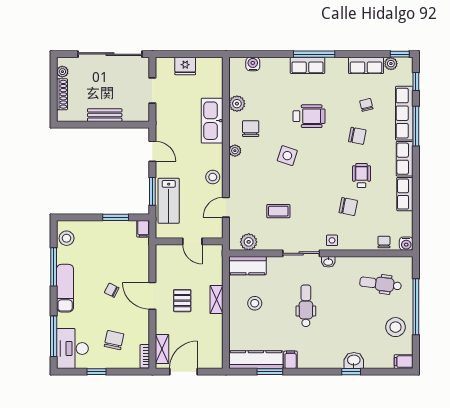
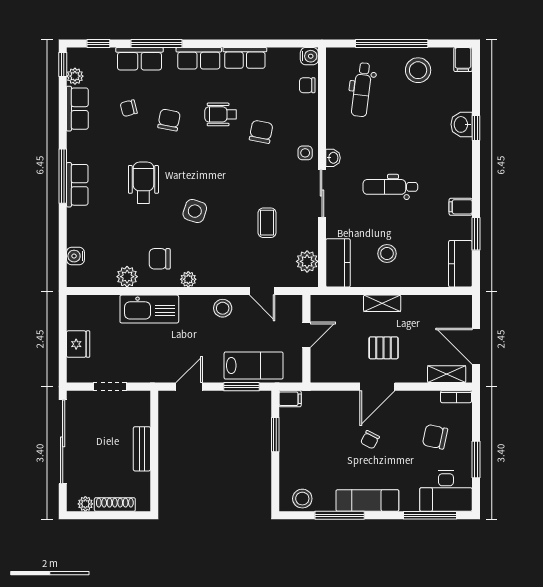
row of seats: (404, 113) -> (139, 59), width x0.68
kitchen counter: (256, 360) -> (460, 264), width x0.67
window: (97, 372) -> (476, 459), width x1.50

